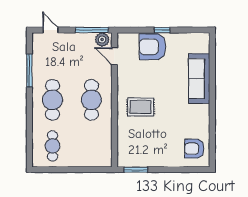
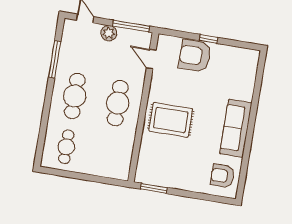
plant: (102, 40) -> (109, 33), moved
sofa: (199, 79) -> (236, 128), moved
rug: (141, 107) -> (171, 120), width x1.36, depth x1.43

